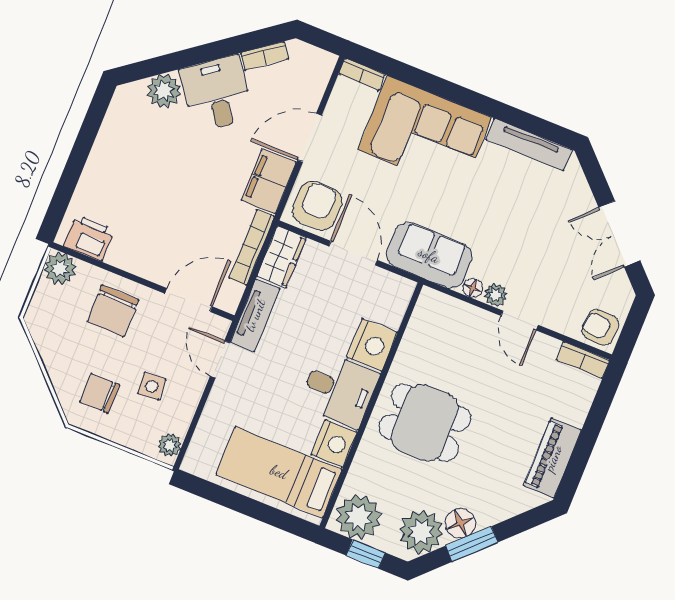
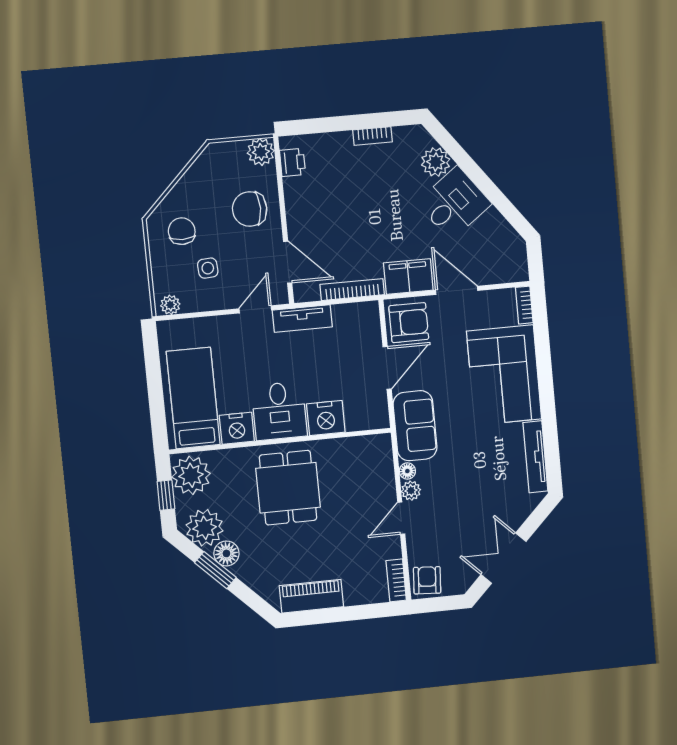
bookcase: (265, 56) -> (372, 136), moved, turned -53
printer: (89, 238) -> (293, 162), width x0.73, depth x0.81
wardrobe: (282, 257) -> (357, 316), removed

